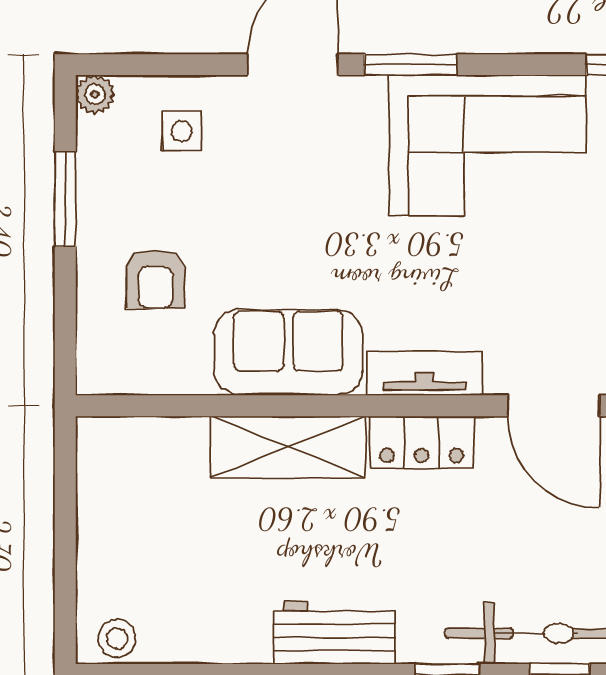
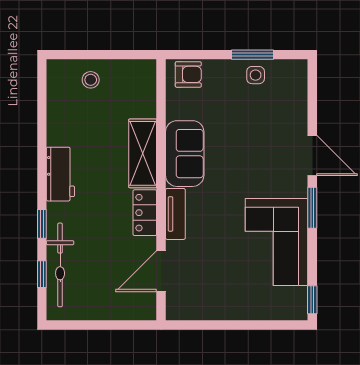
plant: (95, 94) -> (299, 68), removed
side table: (182, 131) -> (256, 75), moved
armchair: (156, 279) -> (188, 74), moved, turned 180
stool: (117, 638) -> (91, 80), moved

